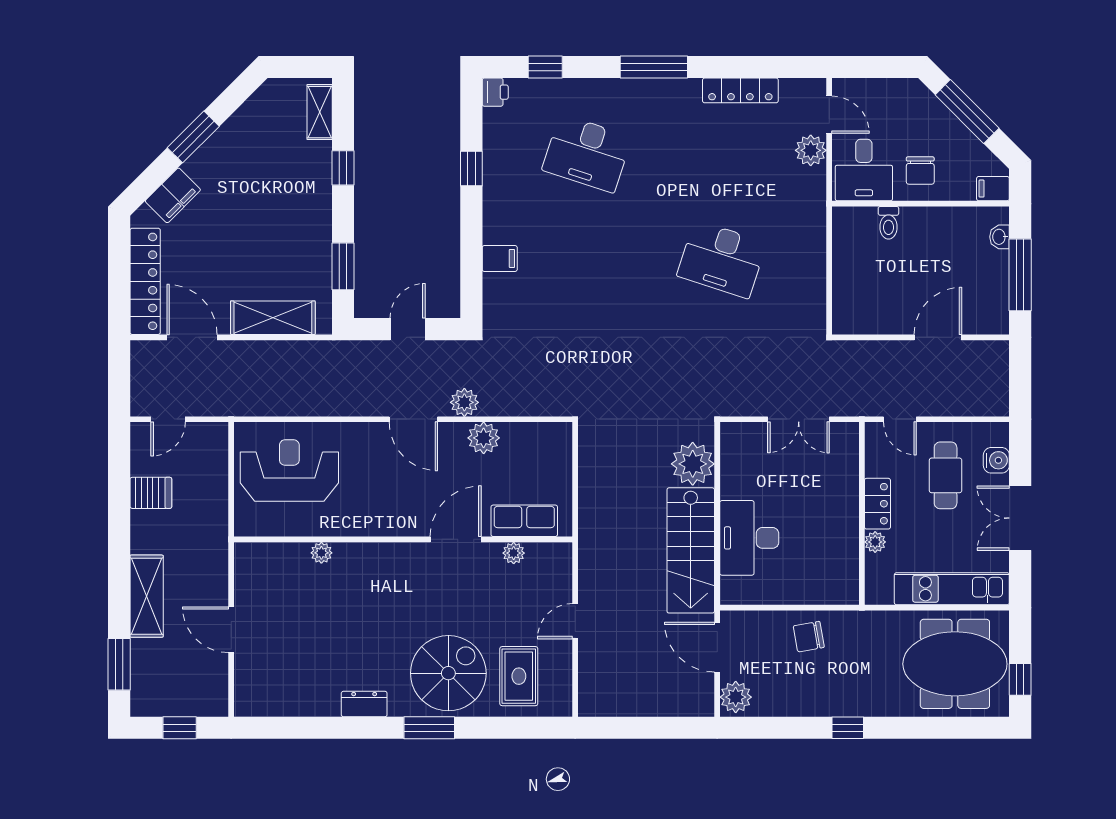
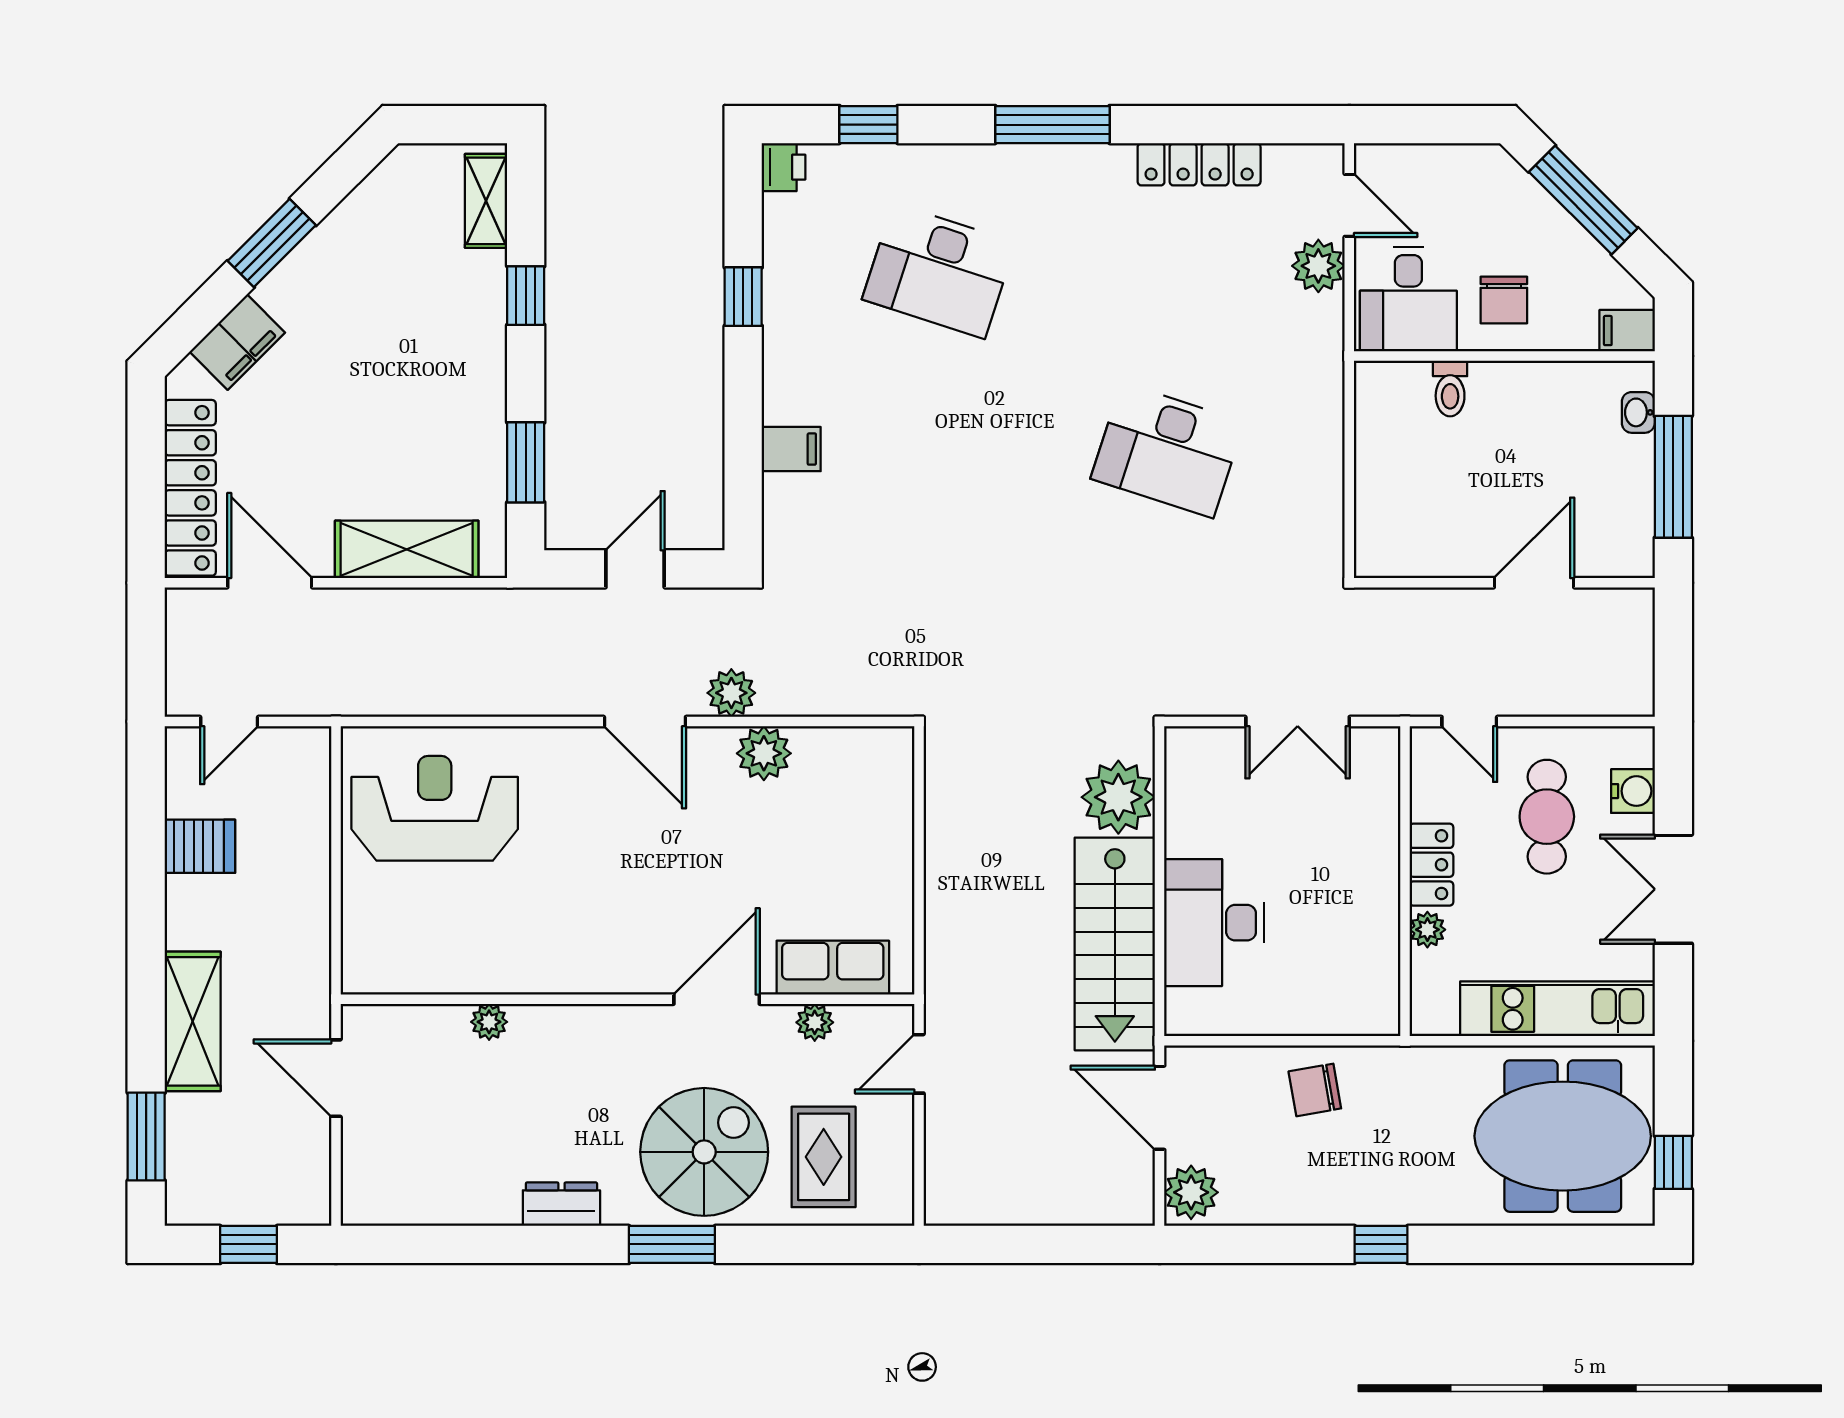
row of seats: (524, 521) -> (833, 968), moved
wall: (403, 539) -> (627, 999), moved
door: (456, 539) -> (717, 999), moved
plant: (321, 553) -> (489, 1022), moved
plant: (514, 553) -> (815, 1022), moved

